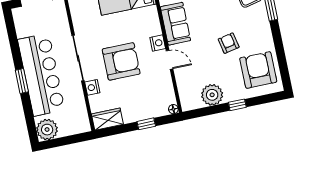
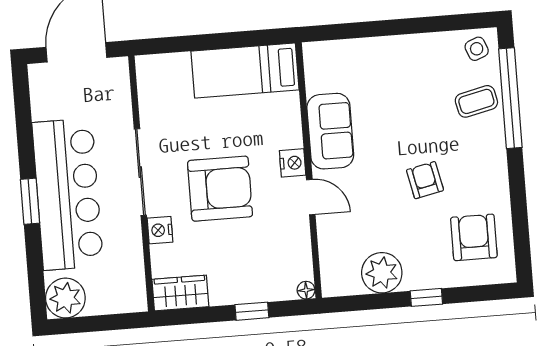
armchair: (258, 70) -> (474, 237), width x0.73, depth x0.73

